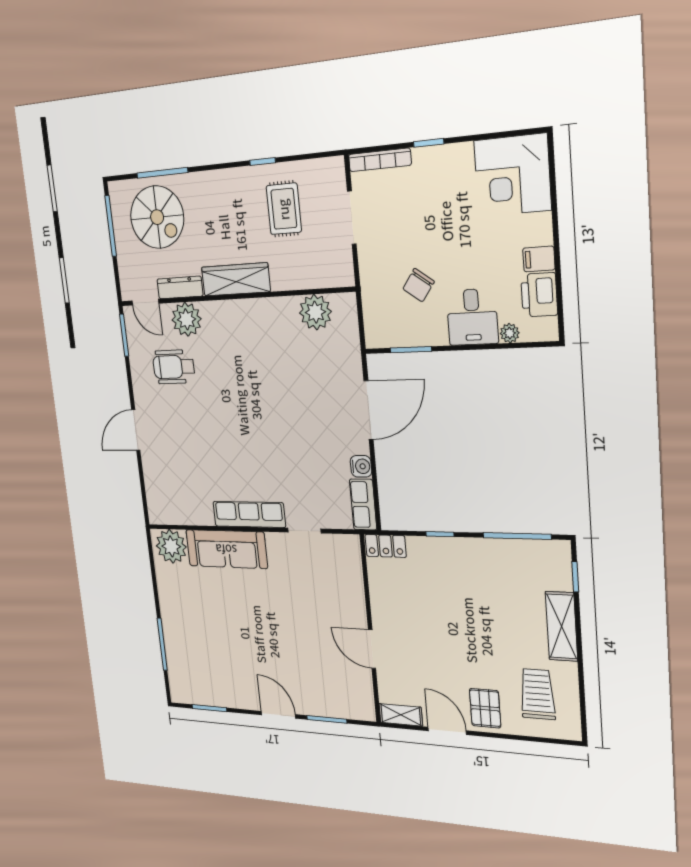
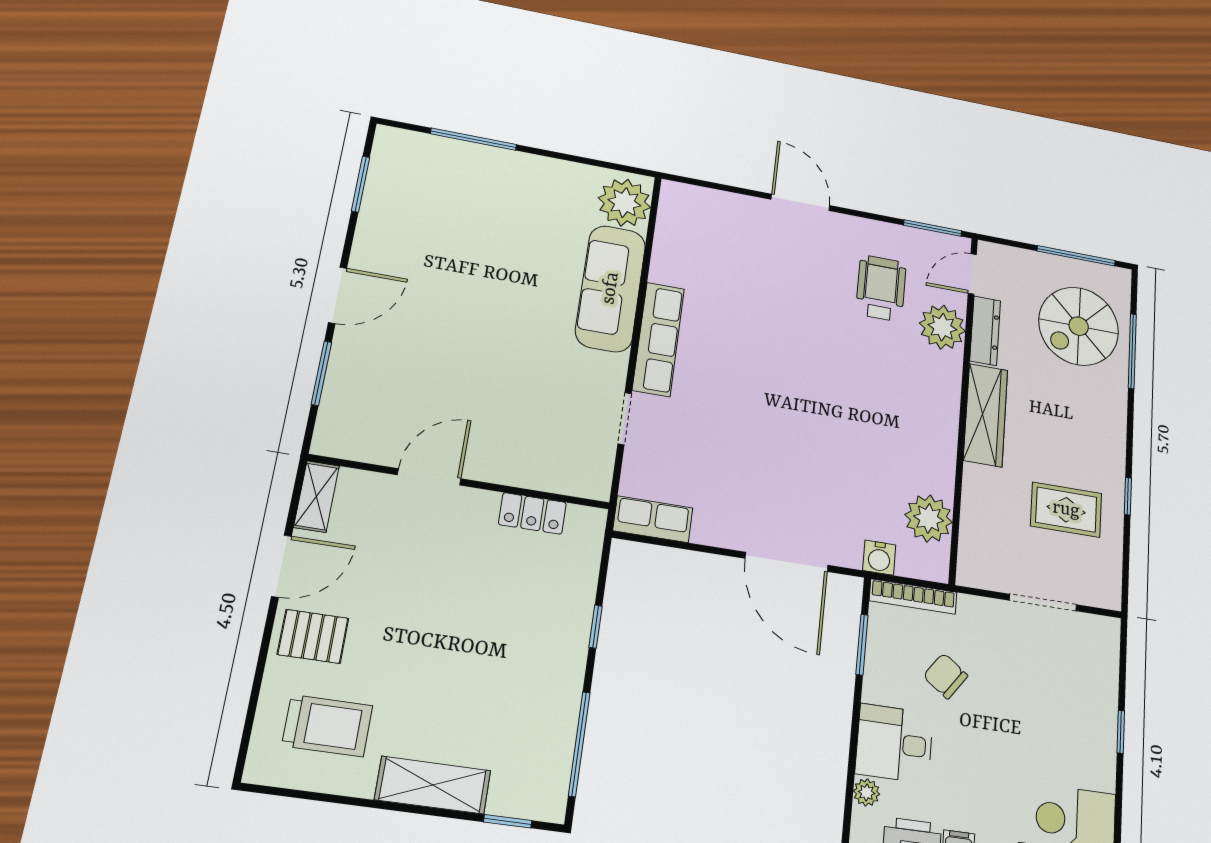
bookcase: (380, 160) -> (913, 597), moved, turned -90
water cooler: (361, 466) -> (879, 558), moved
locker: (386, 546) -> (532, 513), moved, turned -90

